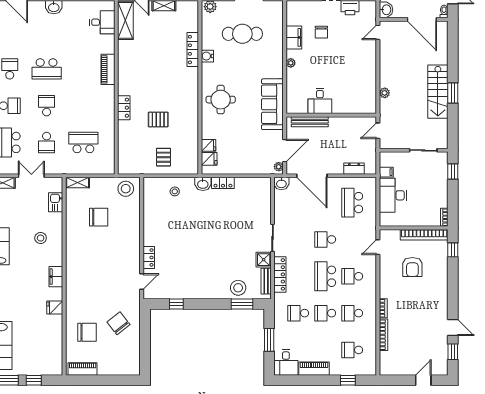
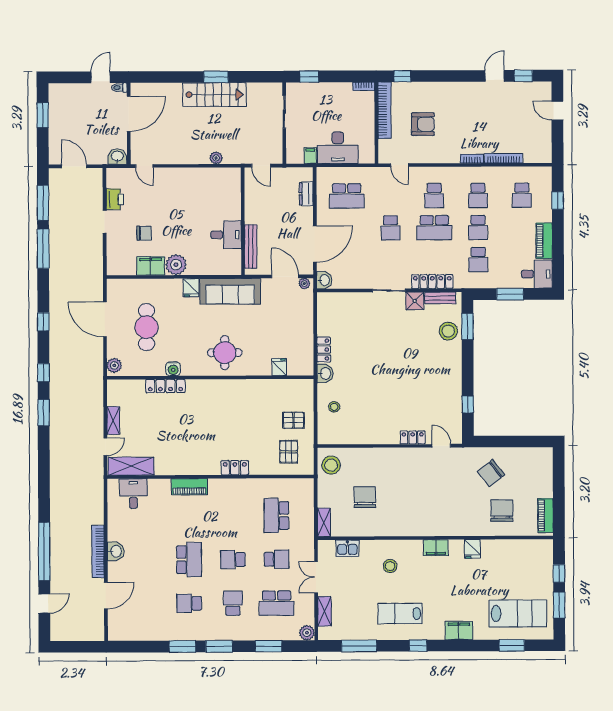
plant: (291, 63) -> (176, 265), width x1.88, depth x1.88
pallet: (158, 120) -> (289, 452), moved
fridge: (209, 159) -> (191, 288), moved, turned 180

